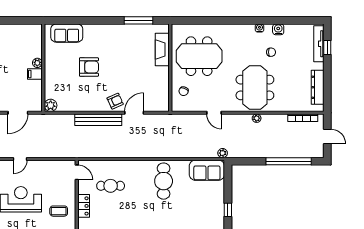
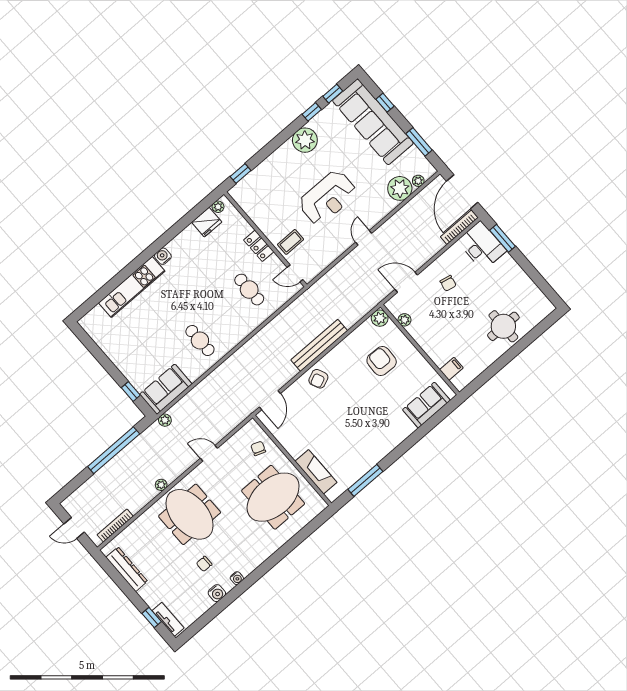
tv unit: (319, 44) -> (168, 619), width x0.71
plant: (37, 63) -> (405, 320), moved
armchair: (89, 67) -> (382, 361), moved, turned 92
filing cabinet: (35, 74) -> (451, 369), moved
door: (18, 113) -> (406, 282), hinge flipped
door: (134, 113) -> (270, 400), moved
window: (289, 161) -> (114, 450), moved
cafe table: (164, 181) -> (200, 340), width x0.73, depth x0.74
cafe table: (111, 186) -> (249, 290), turned 90
window: (228, 210) -> (131, 391), moved
coffee table: (59, 211) -> (290, 242), moved

